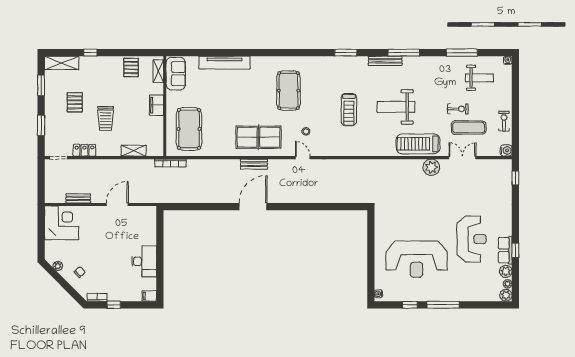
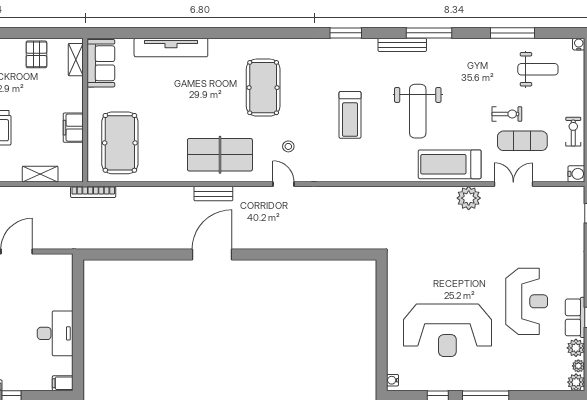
filing cabinet: (157, 105) -> (73, 128), moved
weight bench: (396, 107) -> (418, 111), turned -90

